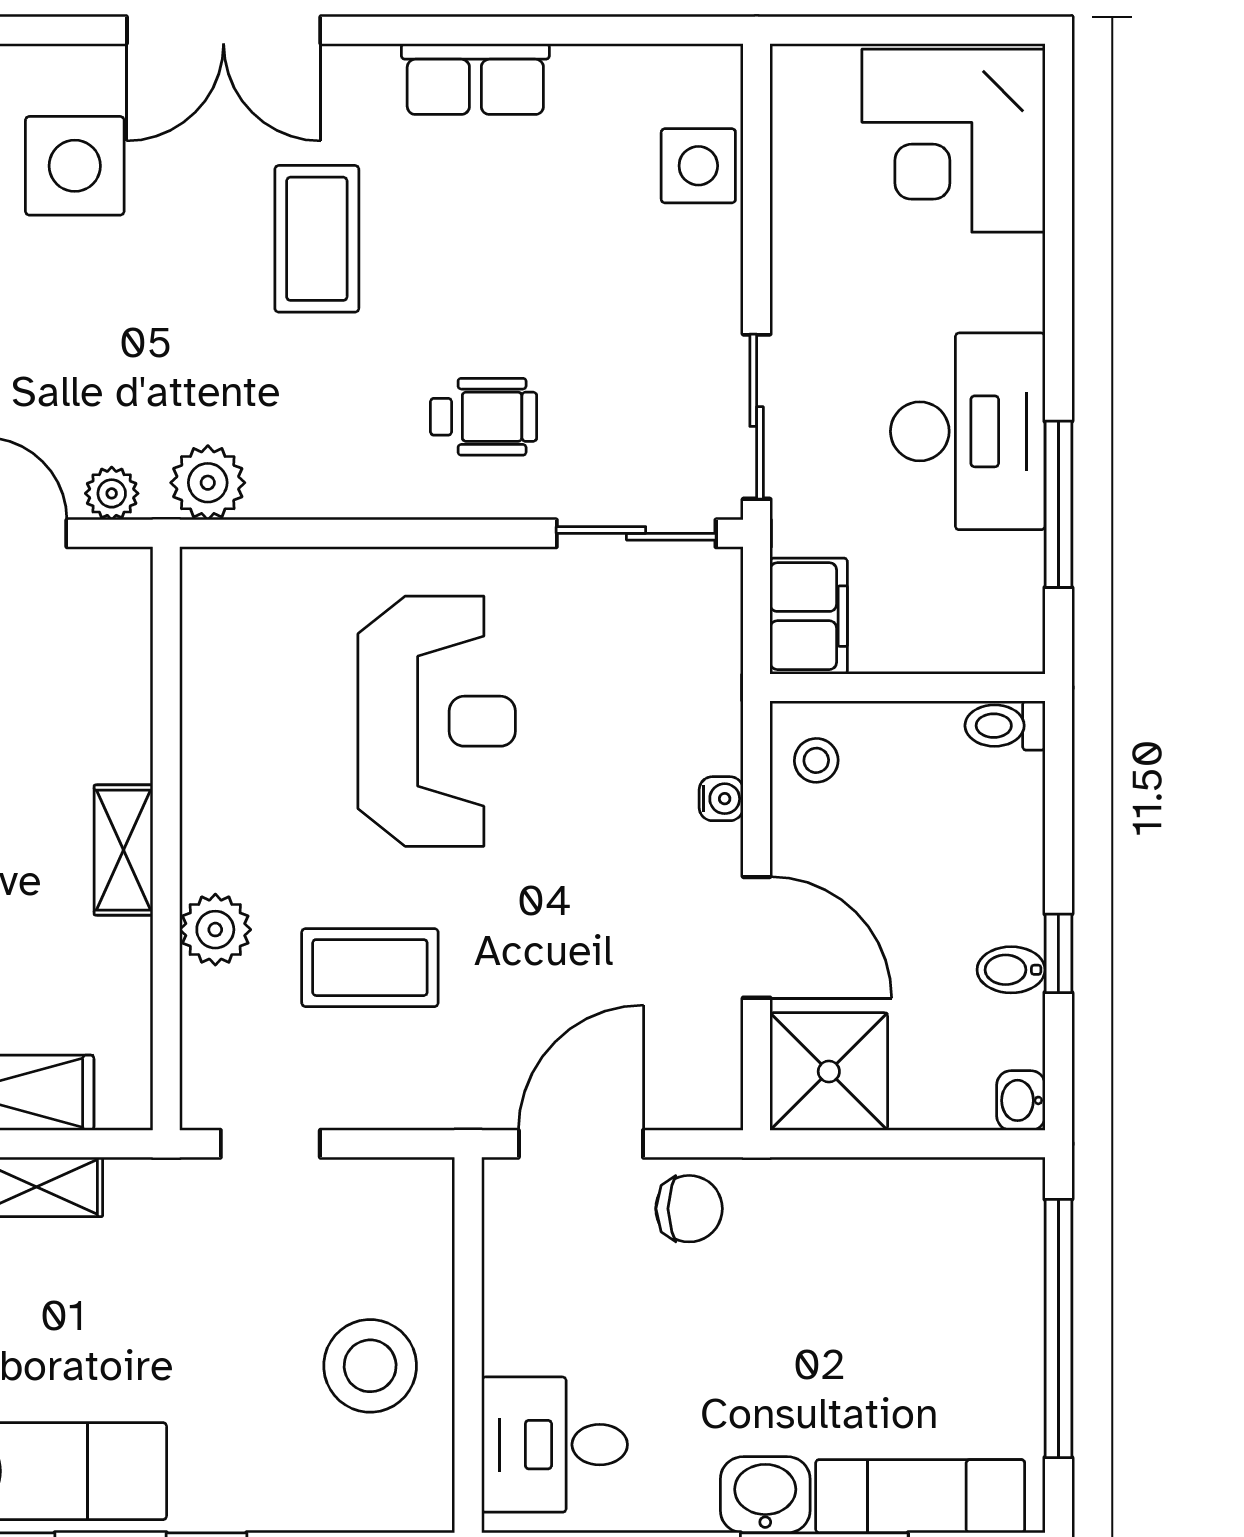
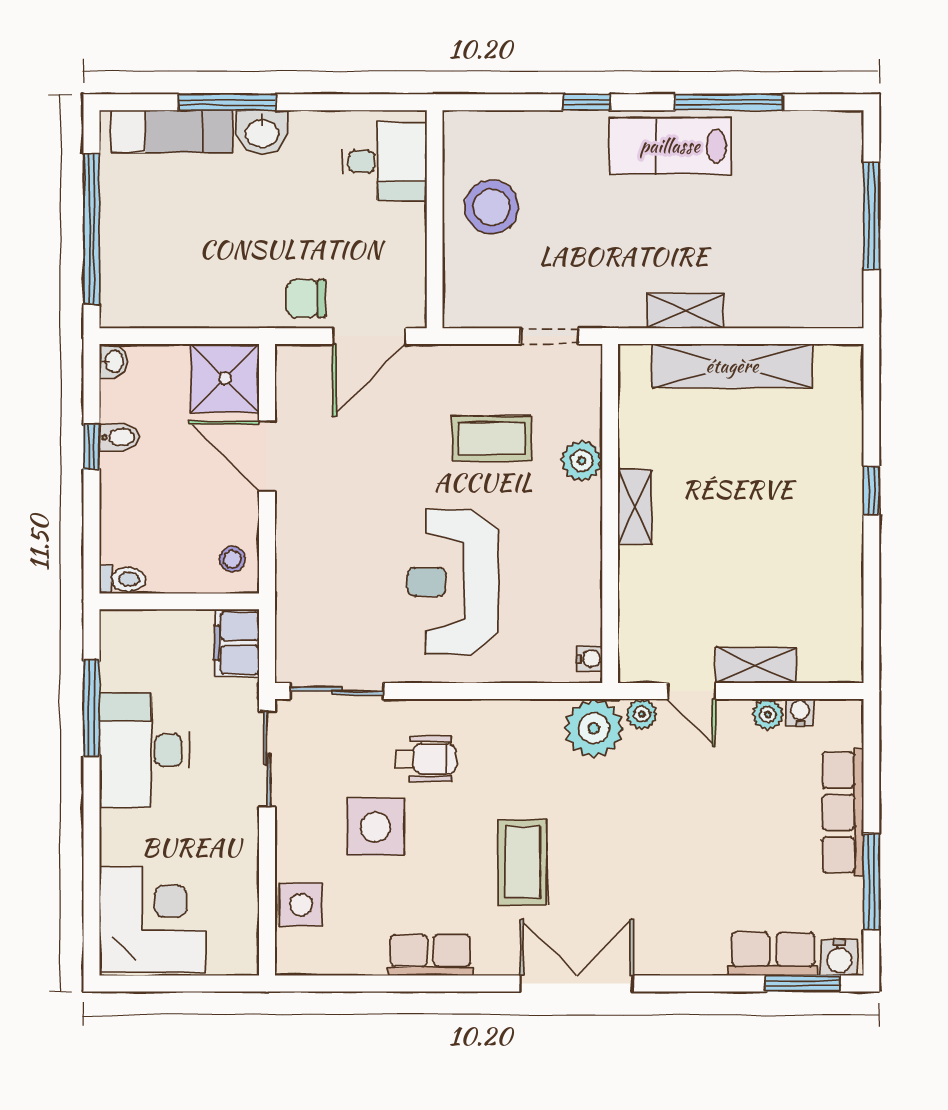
side table: (75, 166) -> (376, 827), moved
wheelchair: (484, 417) -> (426, 759), turned 180
plant: (208, 483) -> (594, 728), width x1.36, depth x1.36
water cooler: (721, 799) -> (590, 659), moved, turned 180

